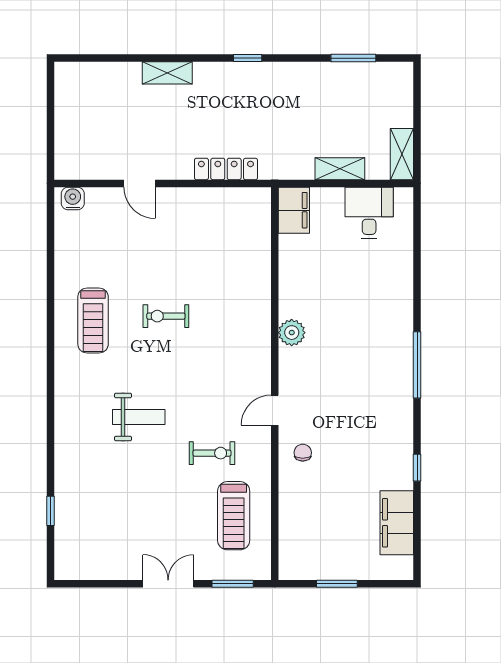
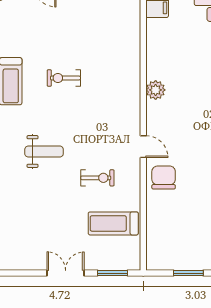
door: (275, 410) -> (143, 147), swing flipped
chair: (303, 453) -> (164, 178), width x1.87, depth x1.87
treadmill: (234, 516) -> (113, 223), turned 90

